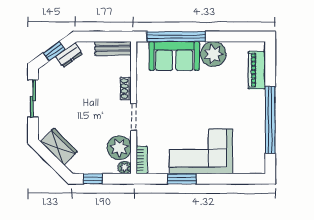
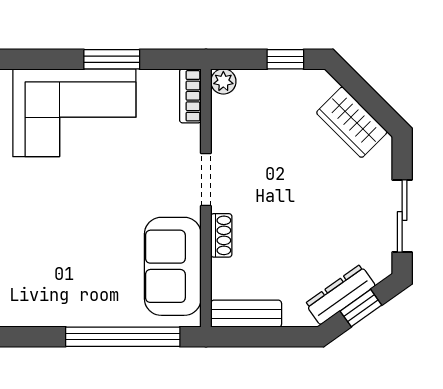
plant: (213, 54) -> (51, 303), removed
dresser: (69, 55) -> (340, 295), width x1.44
sofa: (174, 56) -> (173, 266), moved, turned -90
plant: (119, 148) -> (234, 120), removed

